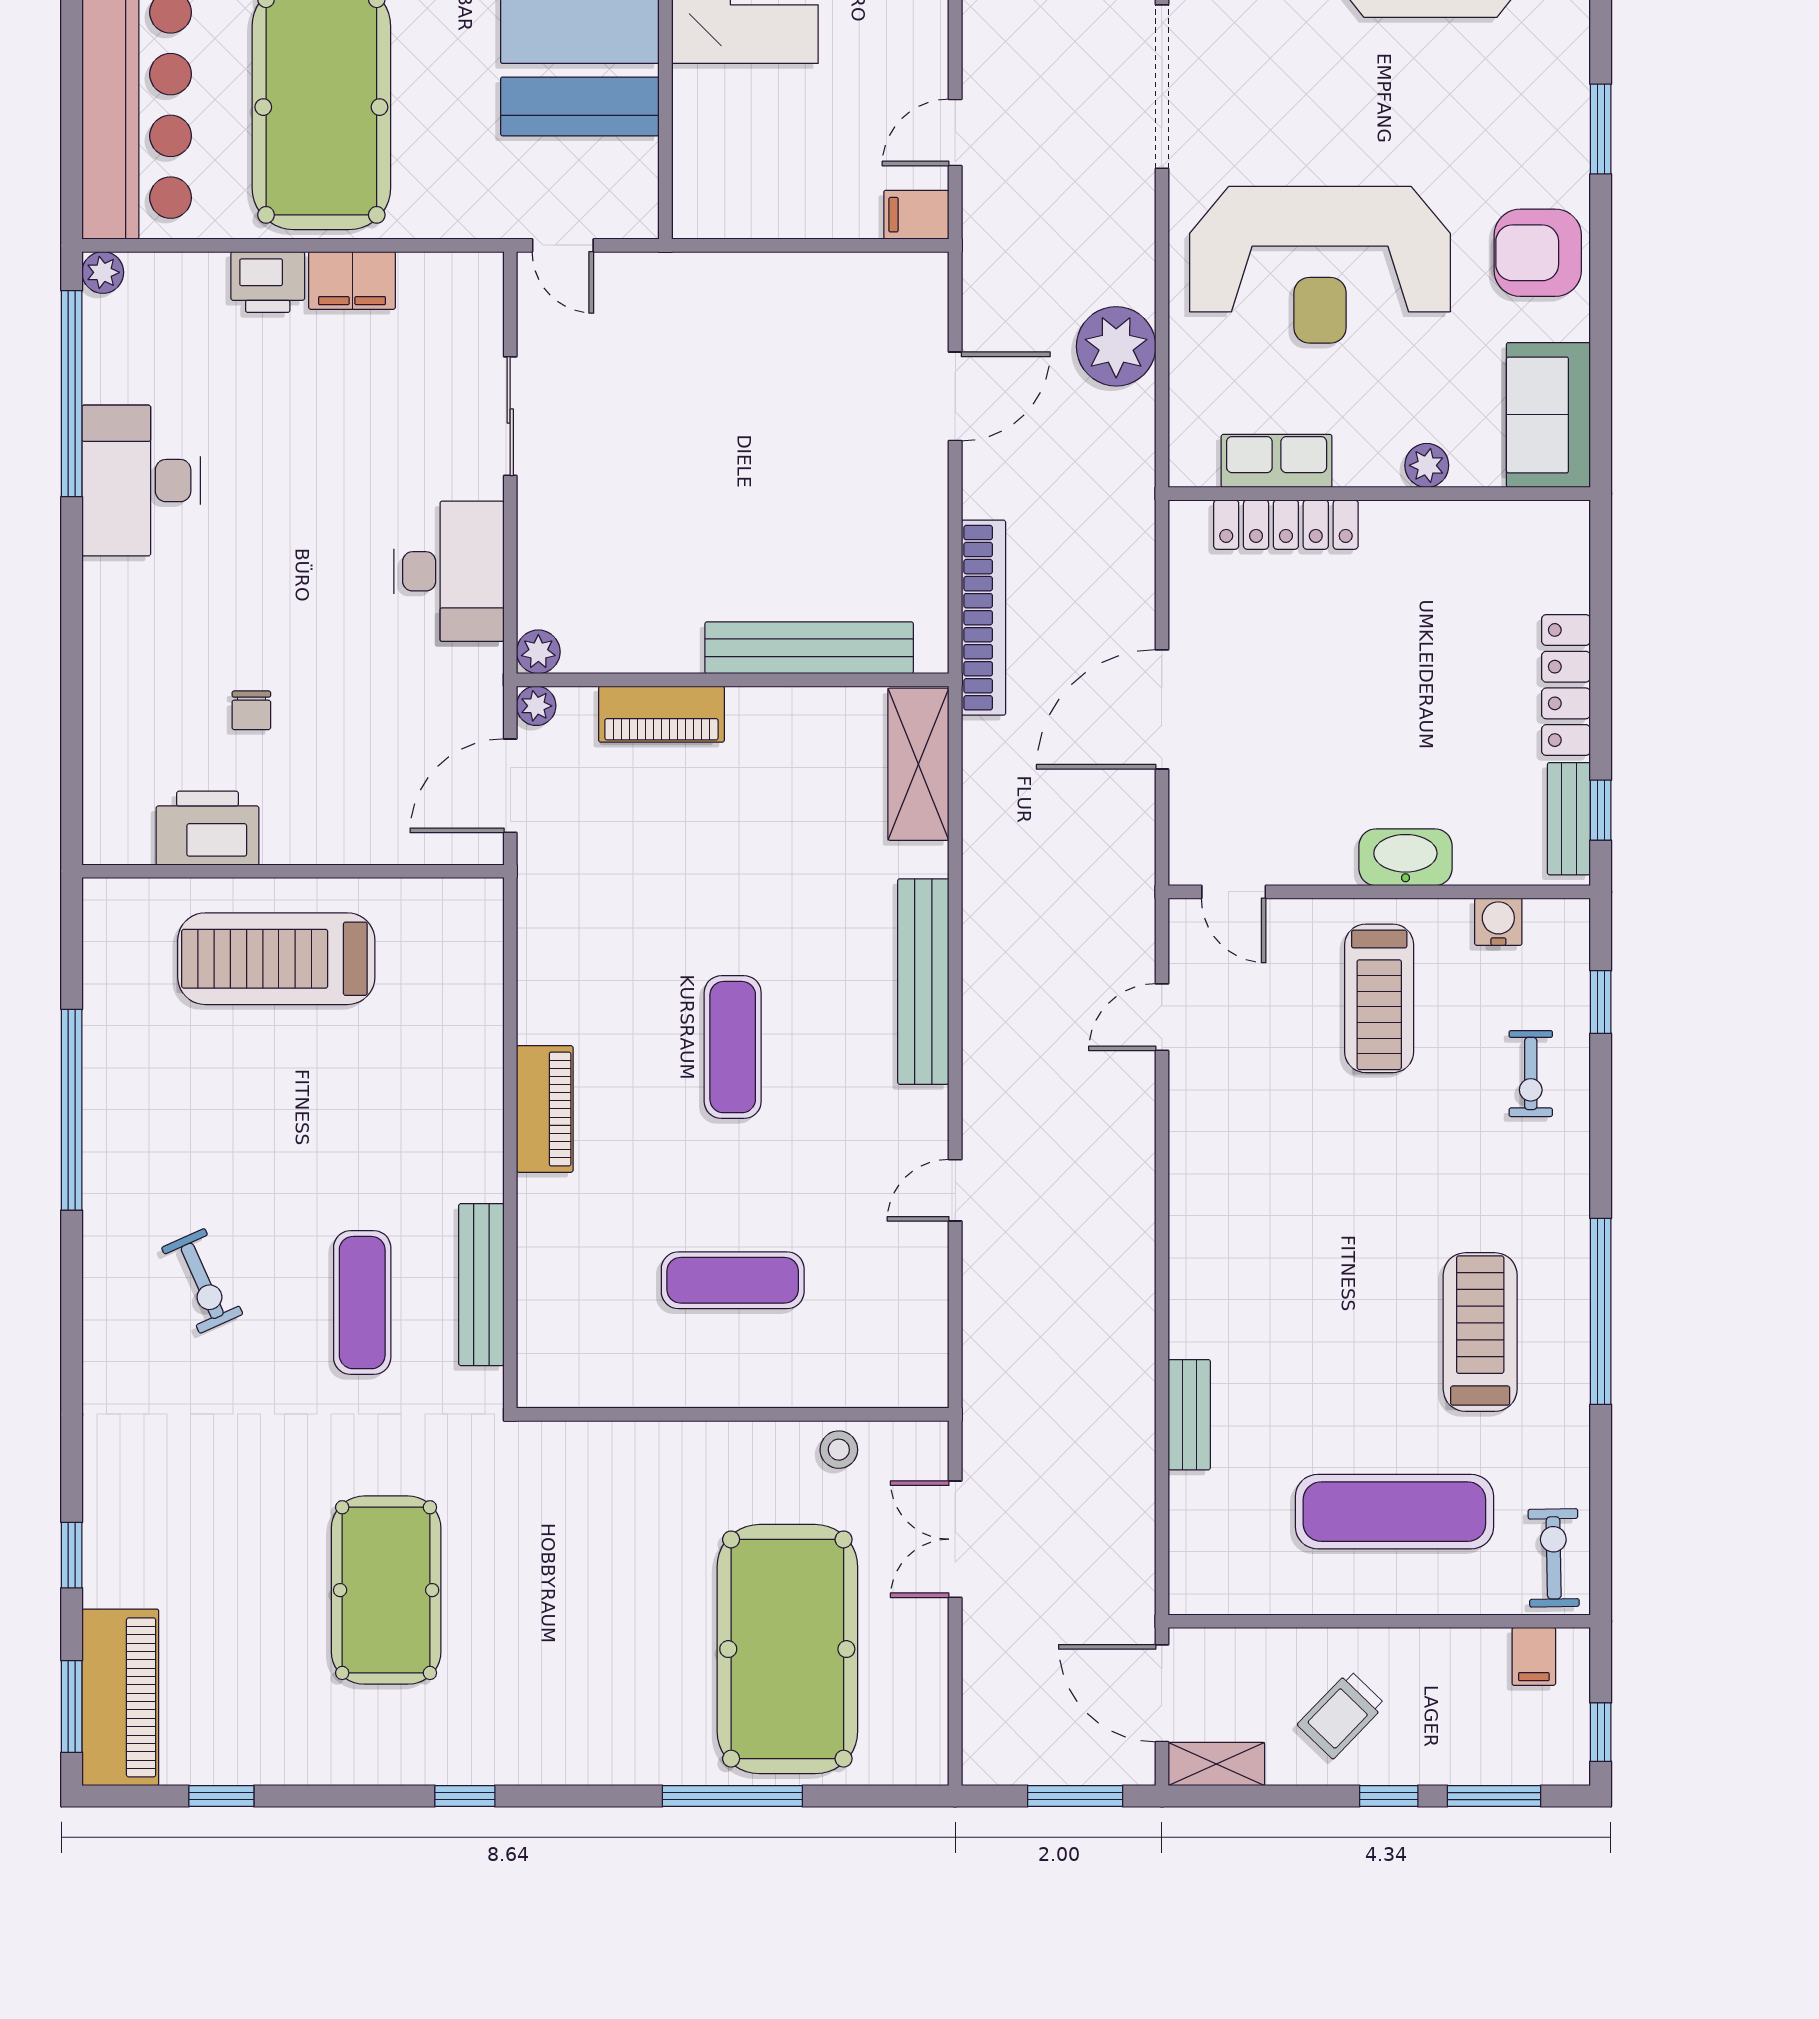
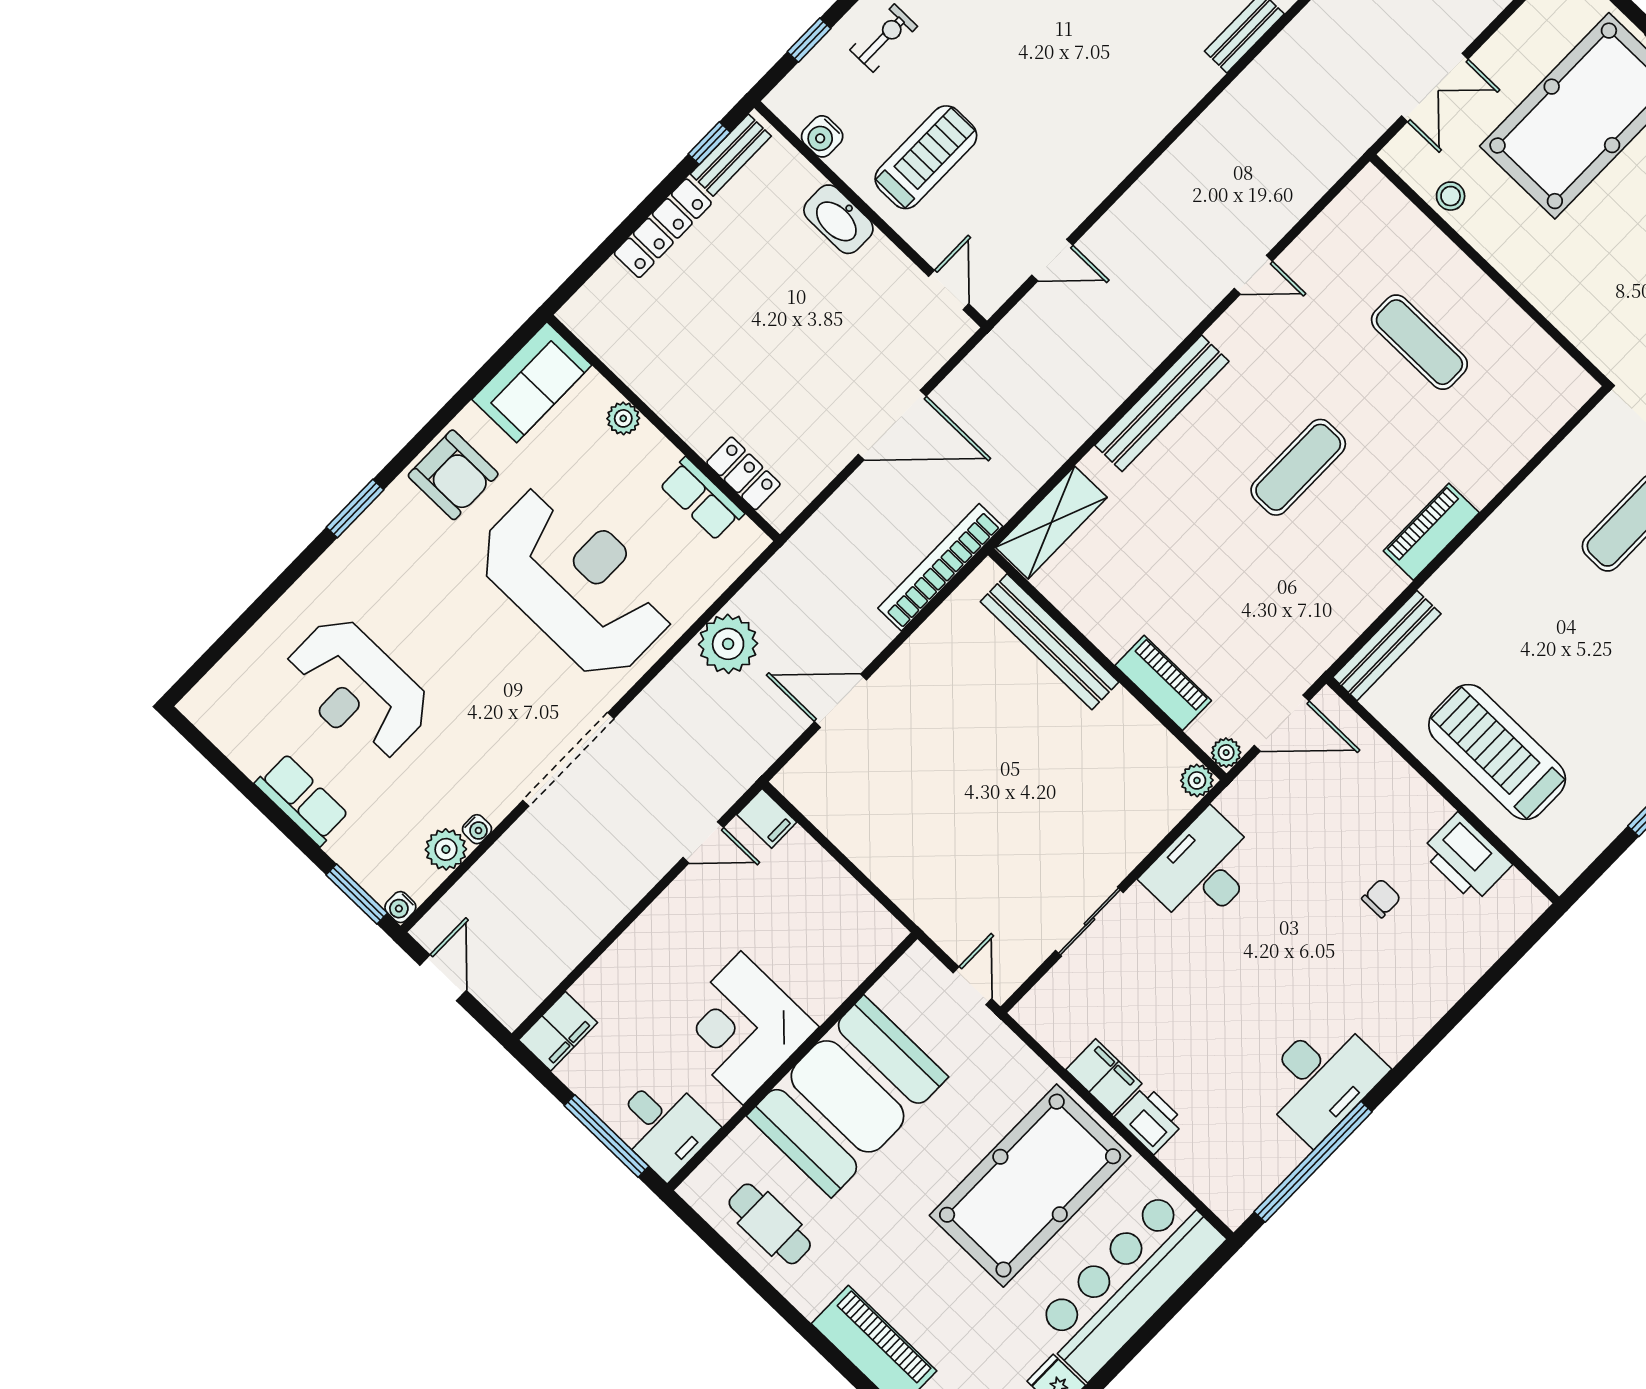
plant: (103, 272) -> (1233, 1210), removed
locker: (1286, 525) -> (743, 473), width x0.66
treadmill: (276, 959) -> (1497, 752), turned 180
bench: (481, 1285) -> (1387, 646), moved

